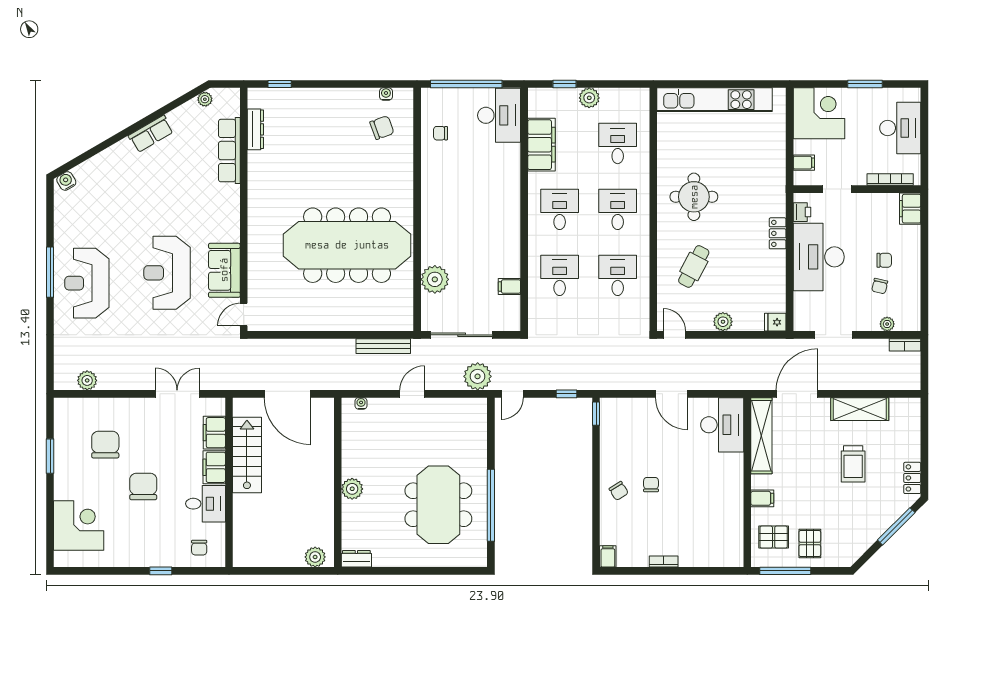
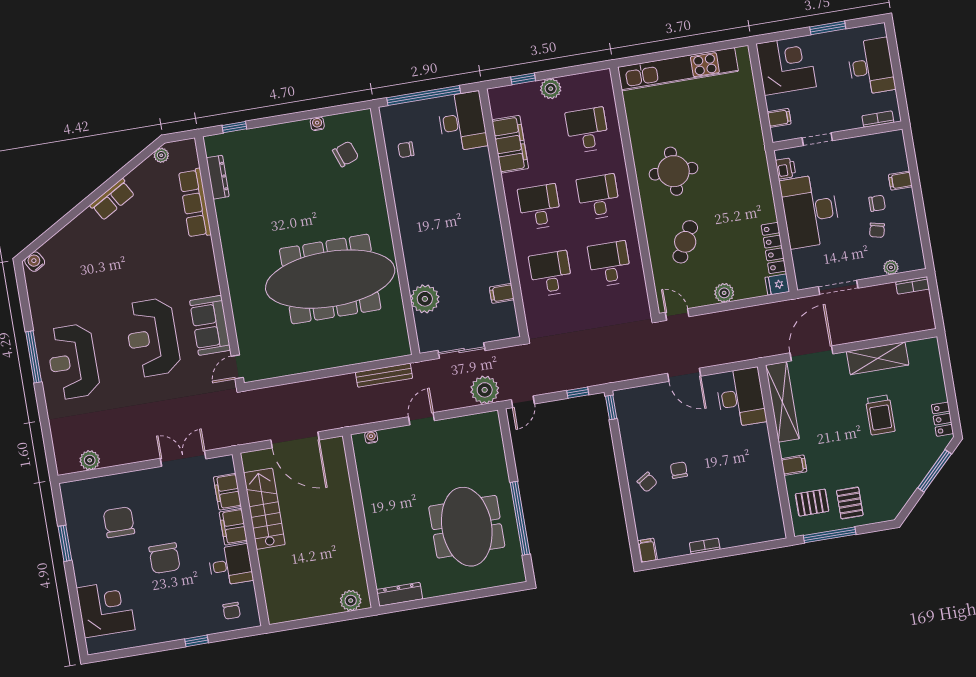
water cooler: (386, 94) -> (317, 124), moved
bookcase: (890, 180) -> (878, 119), width x0.64
filing cabinet: (910, 209) -> (900, 181), moved, width x0.50
locker: (778, 233) -> (774, 248), moved, width x1.53
sliding door: (462, 335) -> (462, 351), width x0.73
chair: (143, 486) -> (164, 558), turned 180
plant: (352, 489) -> (377, 525), removed
dresser: (356, 559) -> (399, 594), width x1.44

